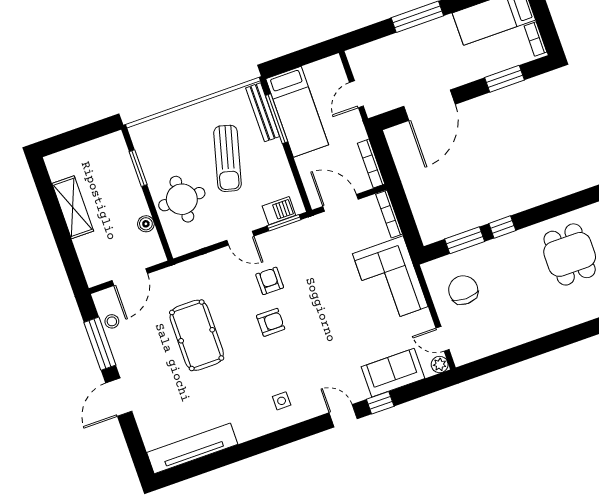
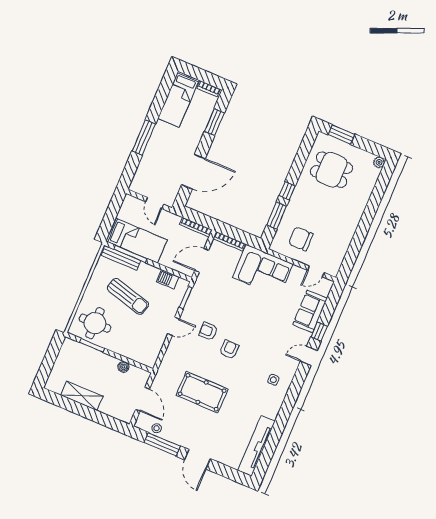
door: (429, 105) -> (193, 172), hinge flipped
round table: (182, 199) -> (95, 323), moved
barbecue: (279, 211) -> (168, 279), moved, turned -90
plant: (440, 365) -> (327, 285), removed

